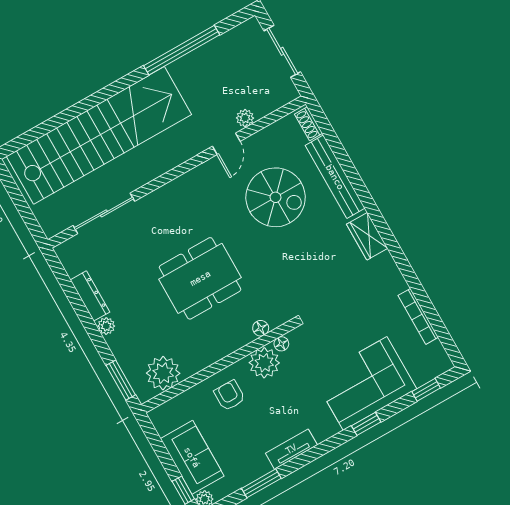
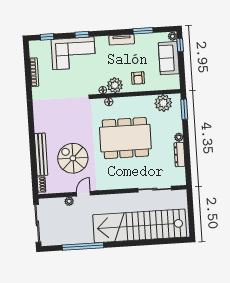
sliding door: (282, 51) -> (37, 223), width x1.37
wardrobe: (367, 236) -> (40, 120), removed
dining table: (200, 278) -> (125, 138), width x1.36, depth x1.24

